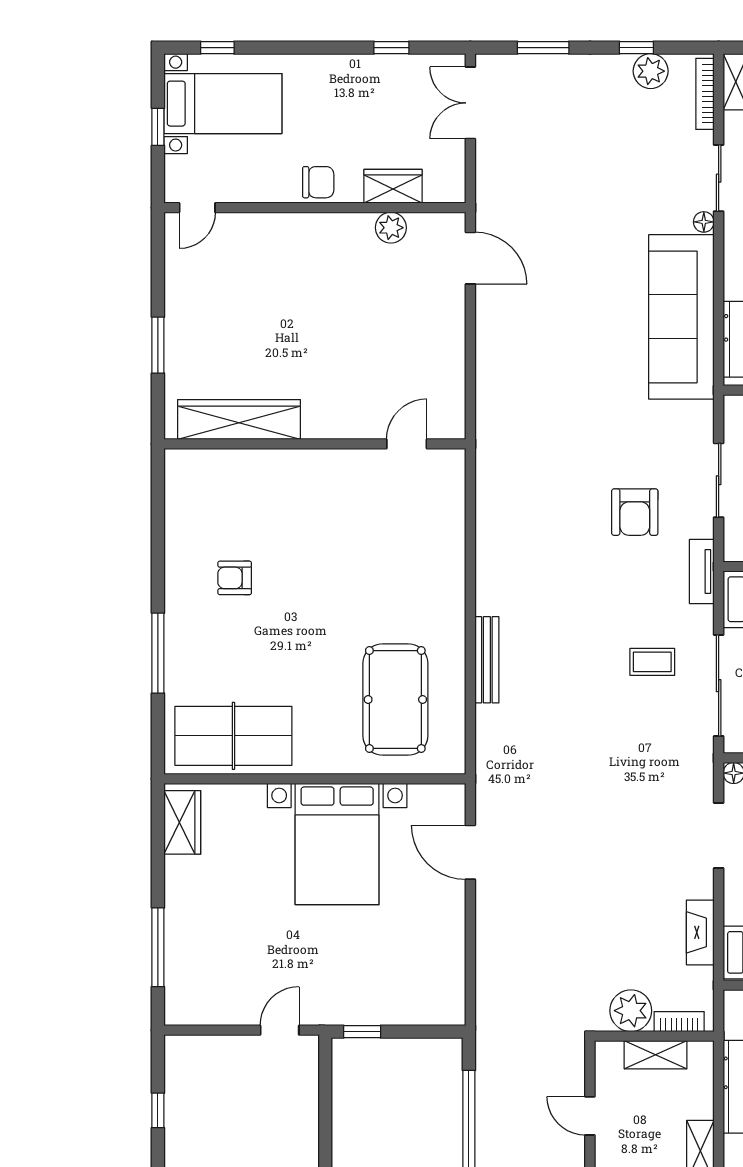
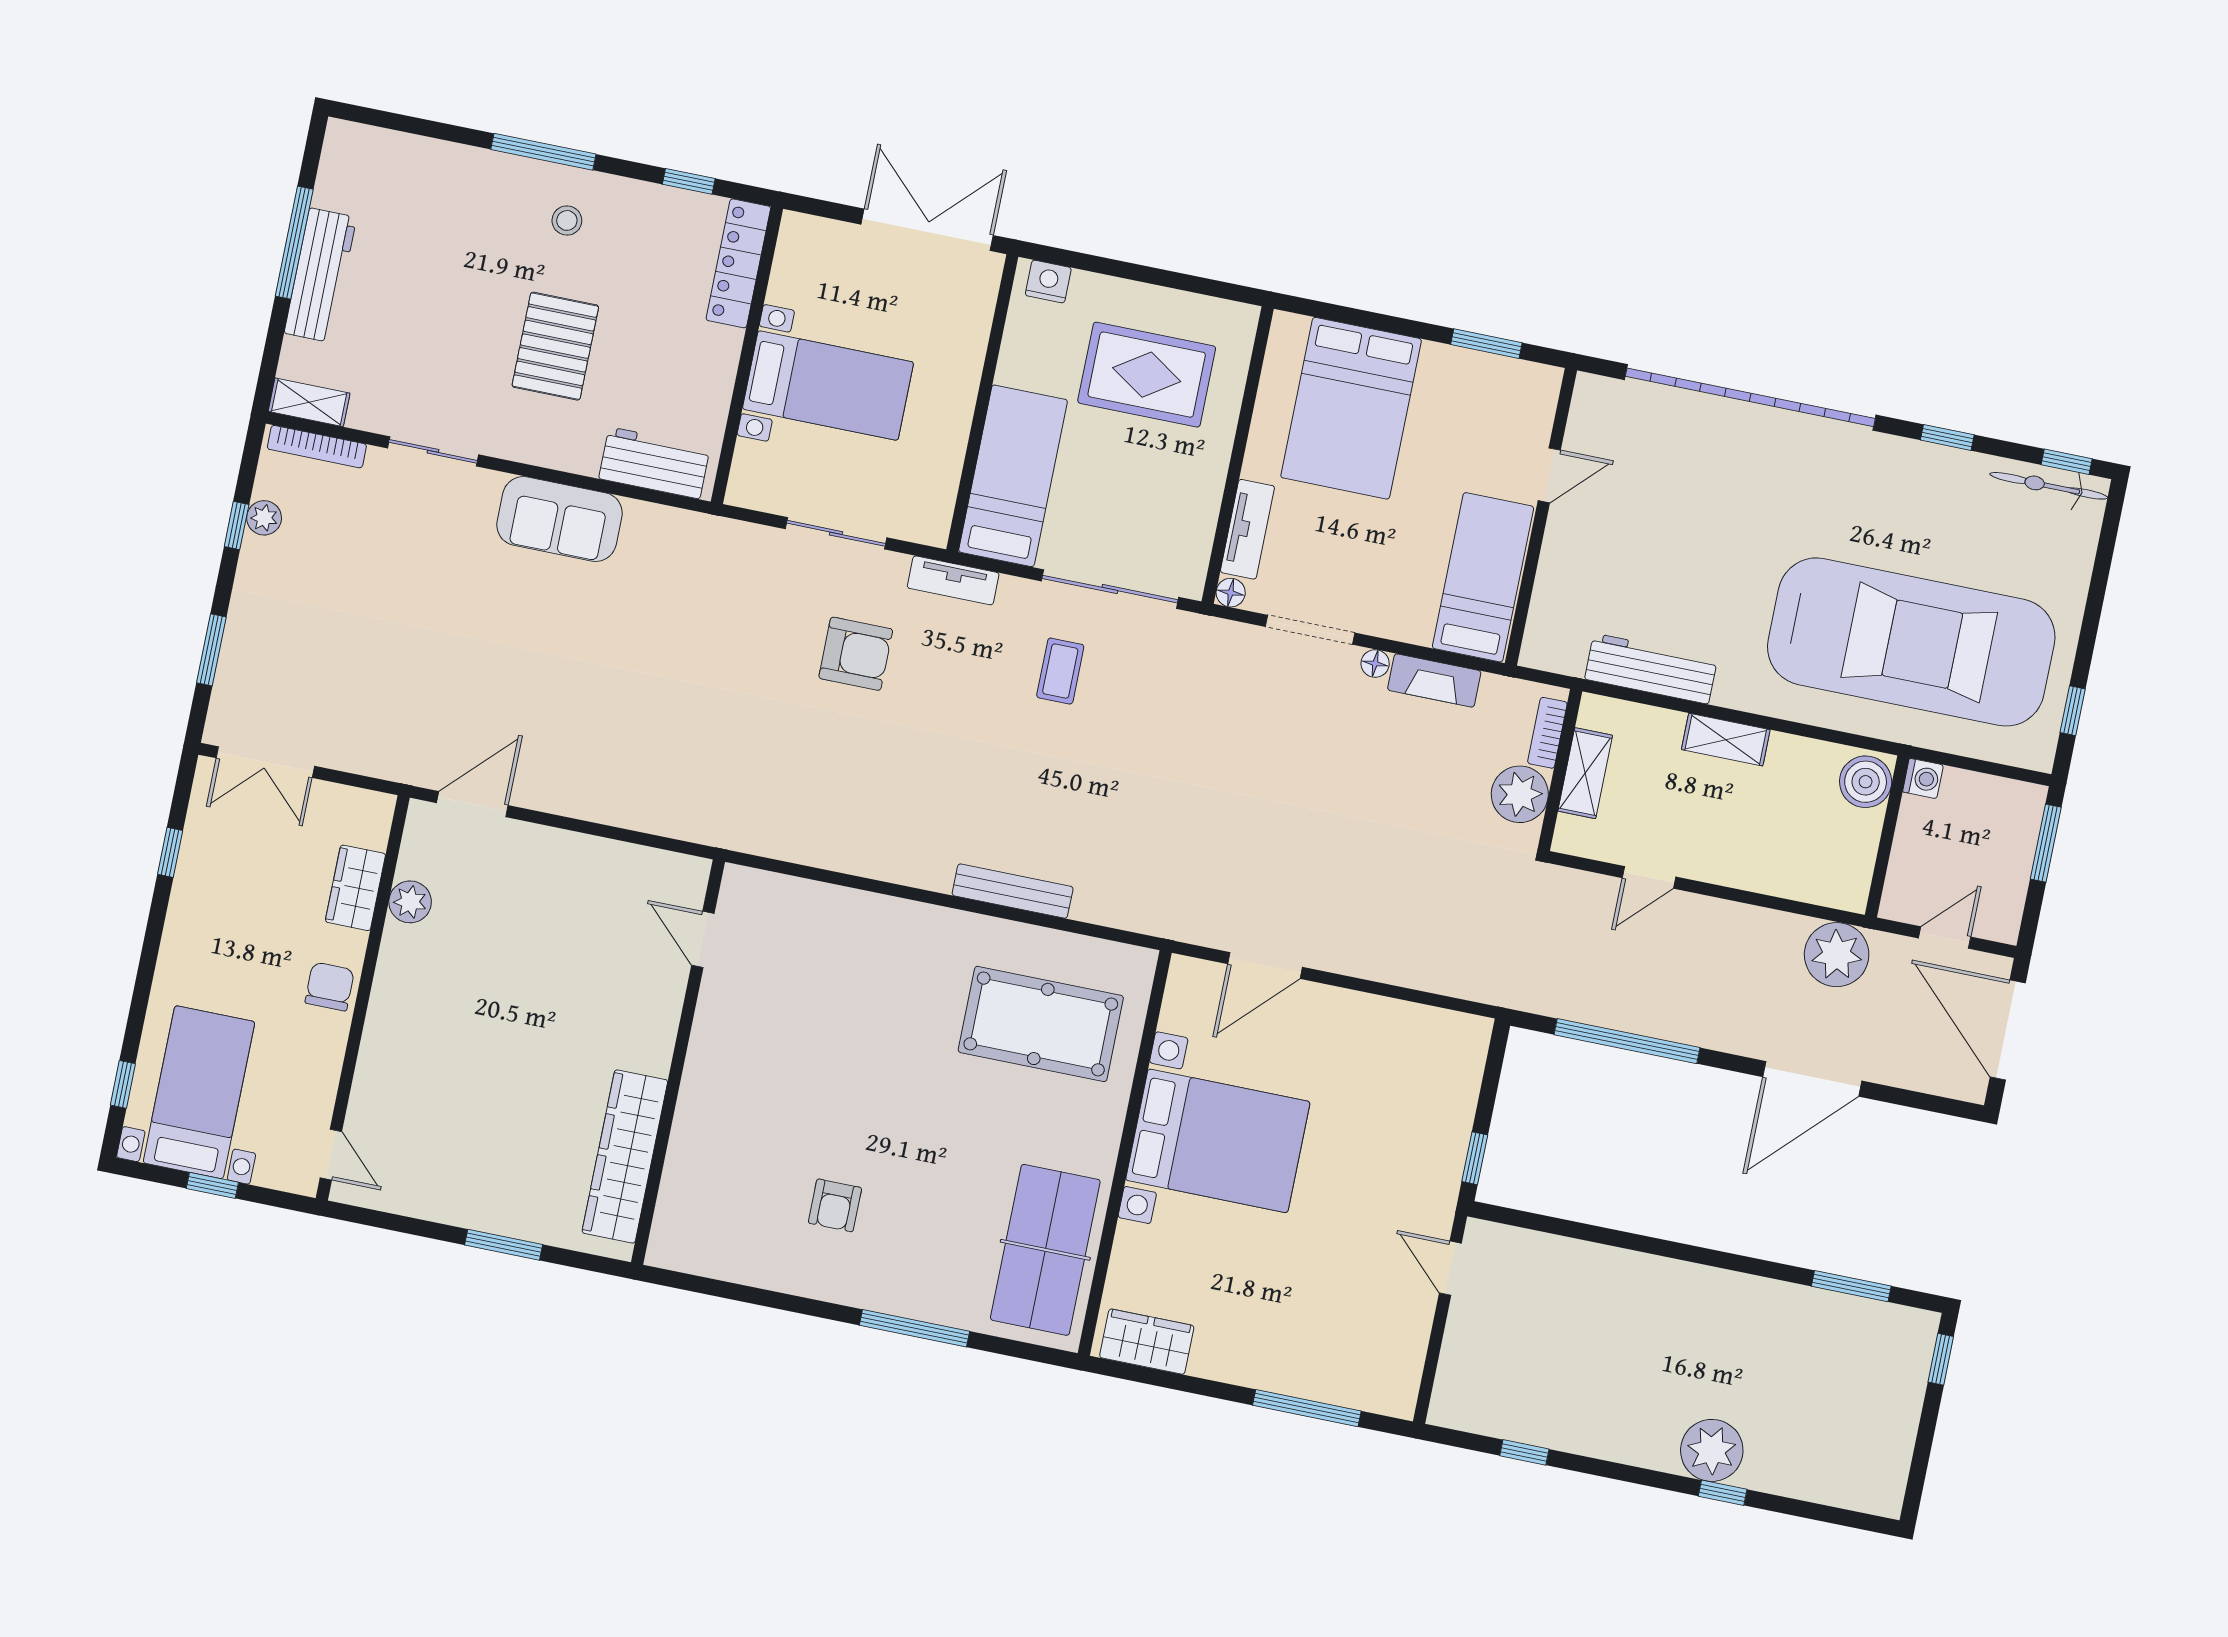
plant: (651, 71) -> (264, 518), width x0.73, depth x0.73
floor lamp: (704, 222) -> (1375, 663), moved
sofa: (681, 317) -> (559, 519), width x0.54, depth x0.79

